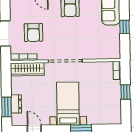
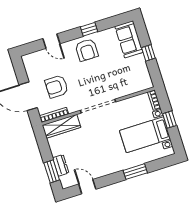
armchair: (33, 33) -> (57, 87), turned 90
bed with nightstands: (68, 104) -> (145, 135), moved, turned -90

